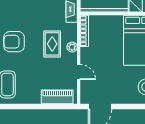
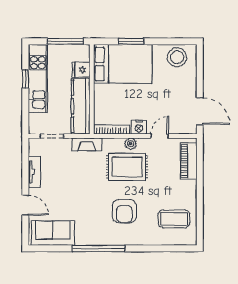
rug: (52, 44) -> (127, 167), width x1.36, depth x1.43
nightstand: (86, 54) -> (139, 127), added

